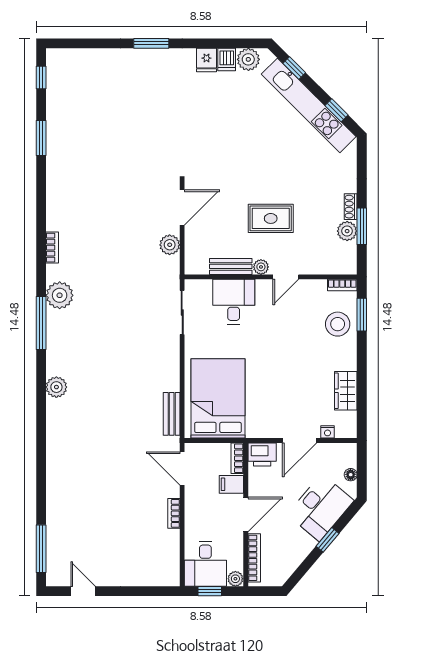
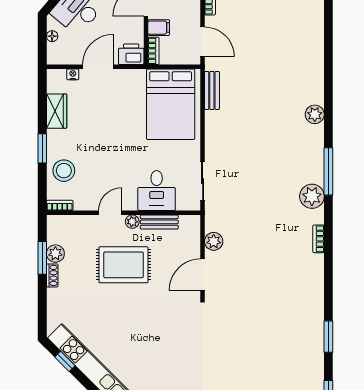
rug: (271, 218) -> (124, 265), width x1.36, depth x1.43
window: (362, 315) -> (42, 148), moved

